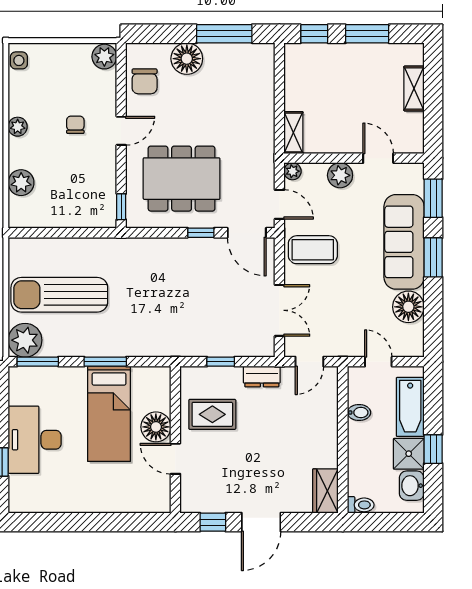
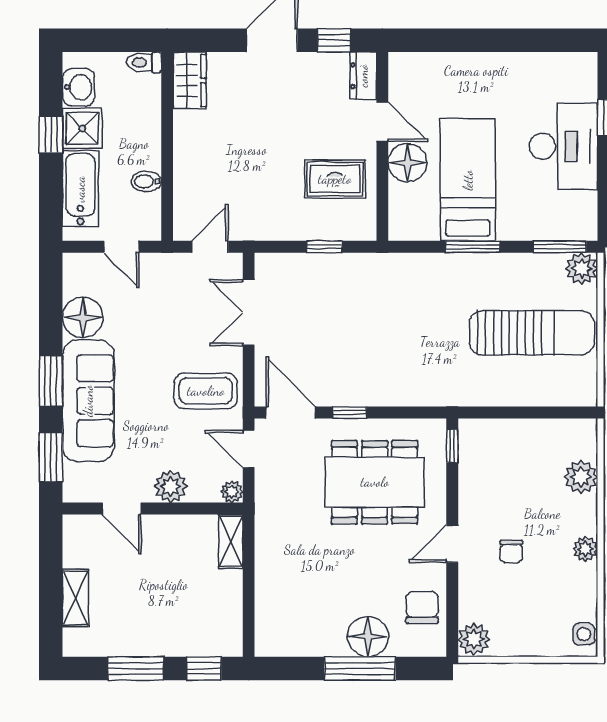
window: (224, 34) -> (360, 668), moved
plant: (25, 340) -> (582, 269), width x0.73, depth x0.73
dresser: (262, 377) -> (363, 76), moved, turned -90

